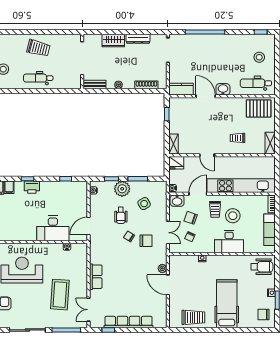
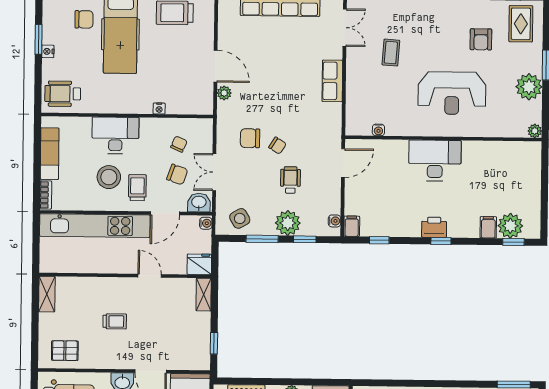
pallet: (259, 108) -> (65, 351), width x0.67, depth x0.71
trolley: (237, 138) -> (115, 321), moved
filing cabinet: (9, 187) -> (352, 226), moved
side table: (144, 204) -> (240, 218), moved
desk: (53, 228) -> (435, 160), moved
double door: (168, 233) -> (214, 172), moved
coffee table: (60, 295) -> (391, 53), width x0.54, depth x0.58
chair: (264, 314) -> (84, 19), moved

